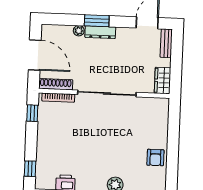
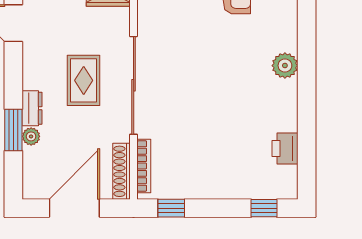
window: (97, 21) -> (13, 130), moved
dresser: (100, 32) -> (32, 108), width x0.70
rug: (111, 64) -> (84, 80), added

